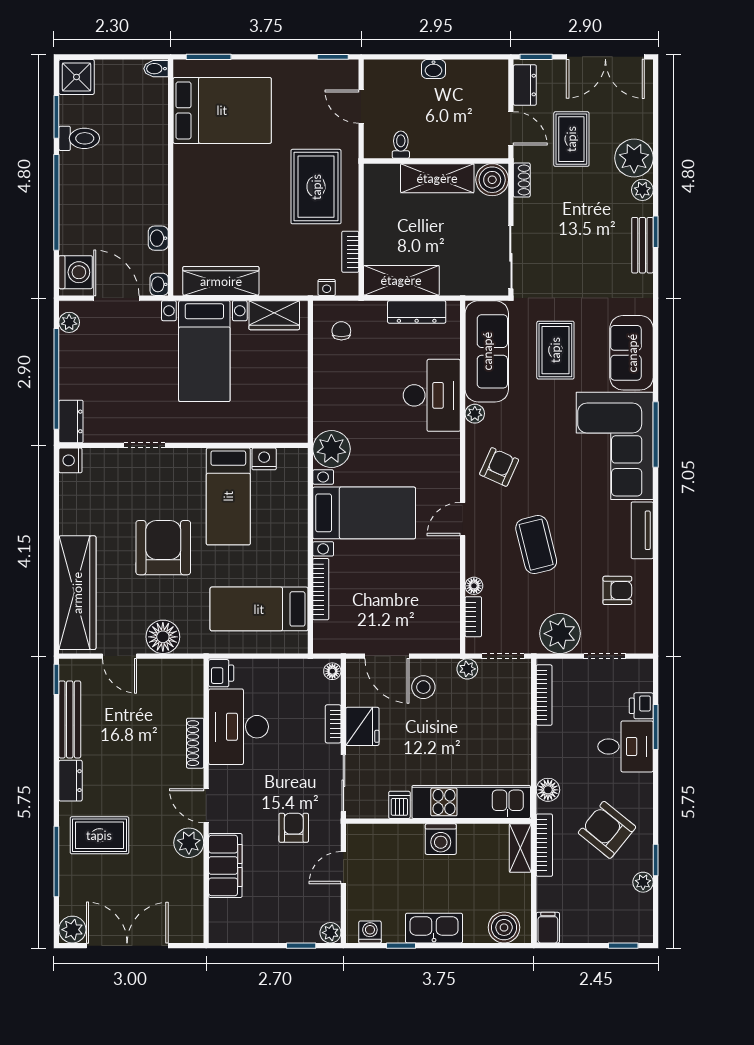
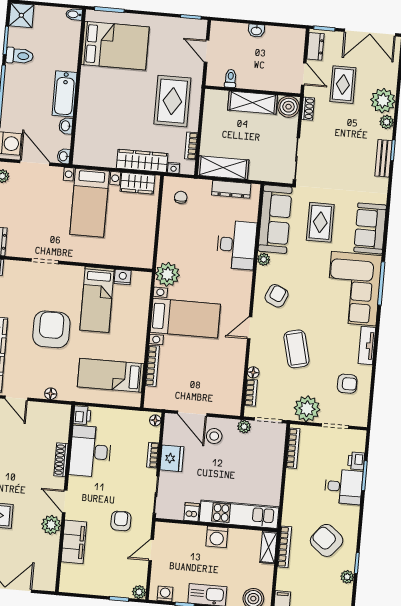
bathtub: (152, 190) -> (65, 94), added
wardrobe: (221, 281) -> (142, 161), moved
floor lamp: (163, 637) -> (51, 394), width x0.53, depth x0.53
floor lamp: (548, 790) -> (290, 511), removed

